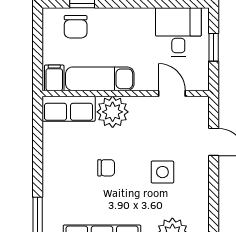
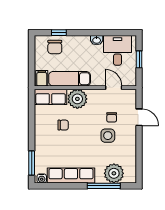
washbasin: (144, 15) -> (97, 40), added
chair: (169, 142) -> (112, 117), added
chair: (106, 168) -> (63, 125), moved

